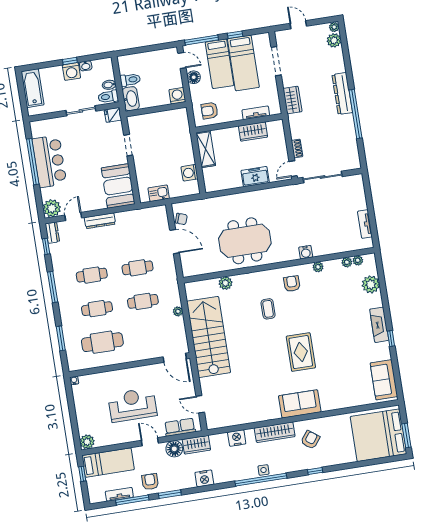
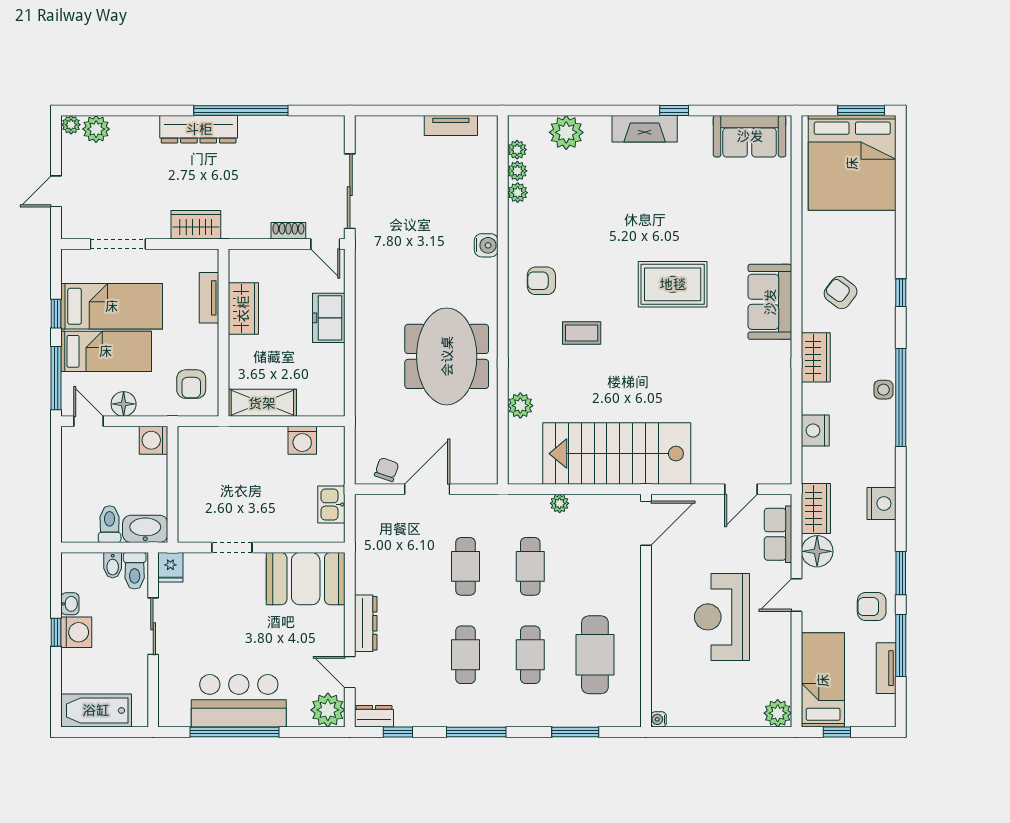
door: (182, 60) -> (89, 421), hinge flipped
plant: (318, 267) -> (518, 193), moved
wardrobe: (275, 432) -> (816, 357), width x0.67

